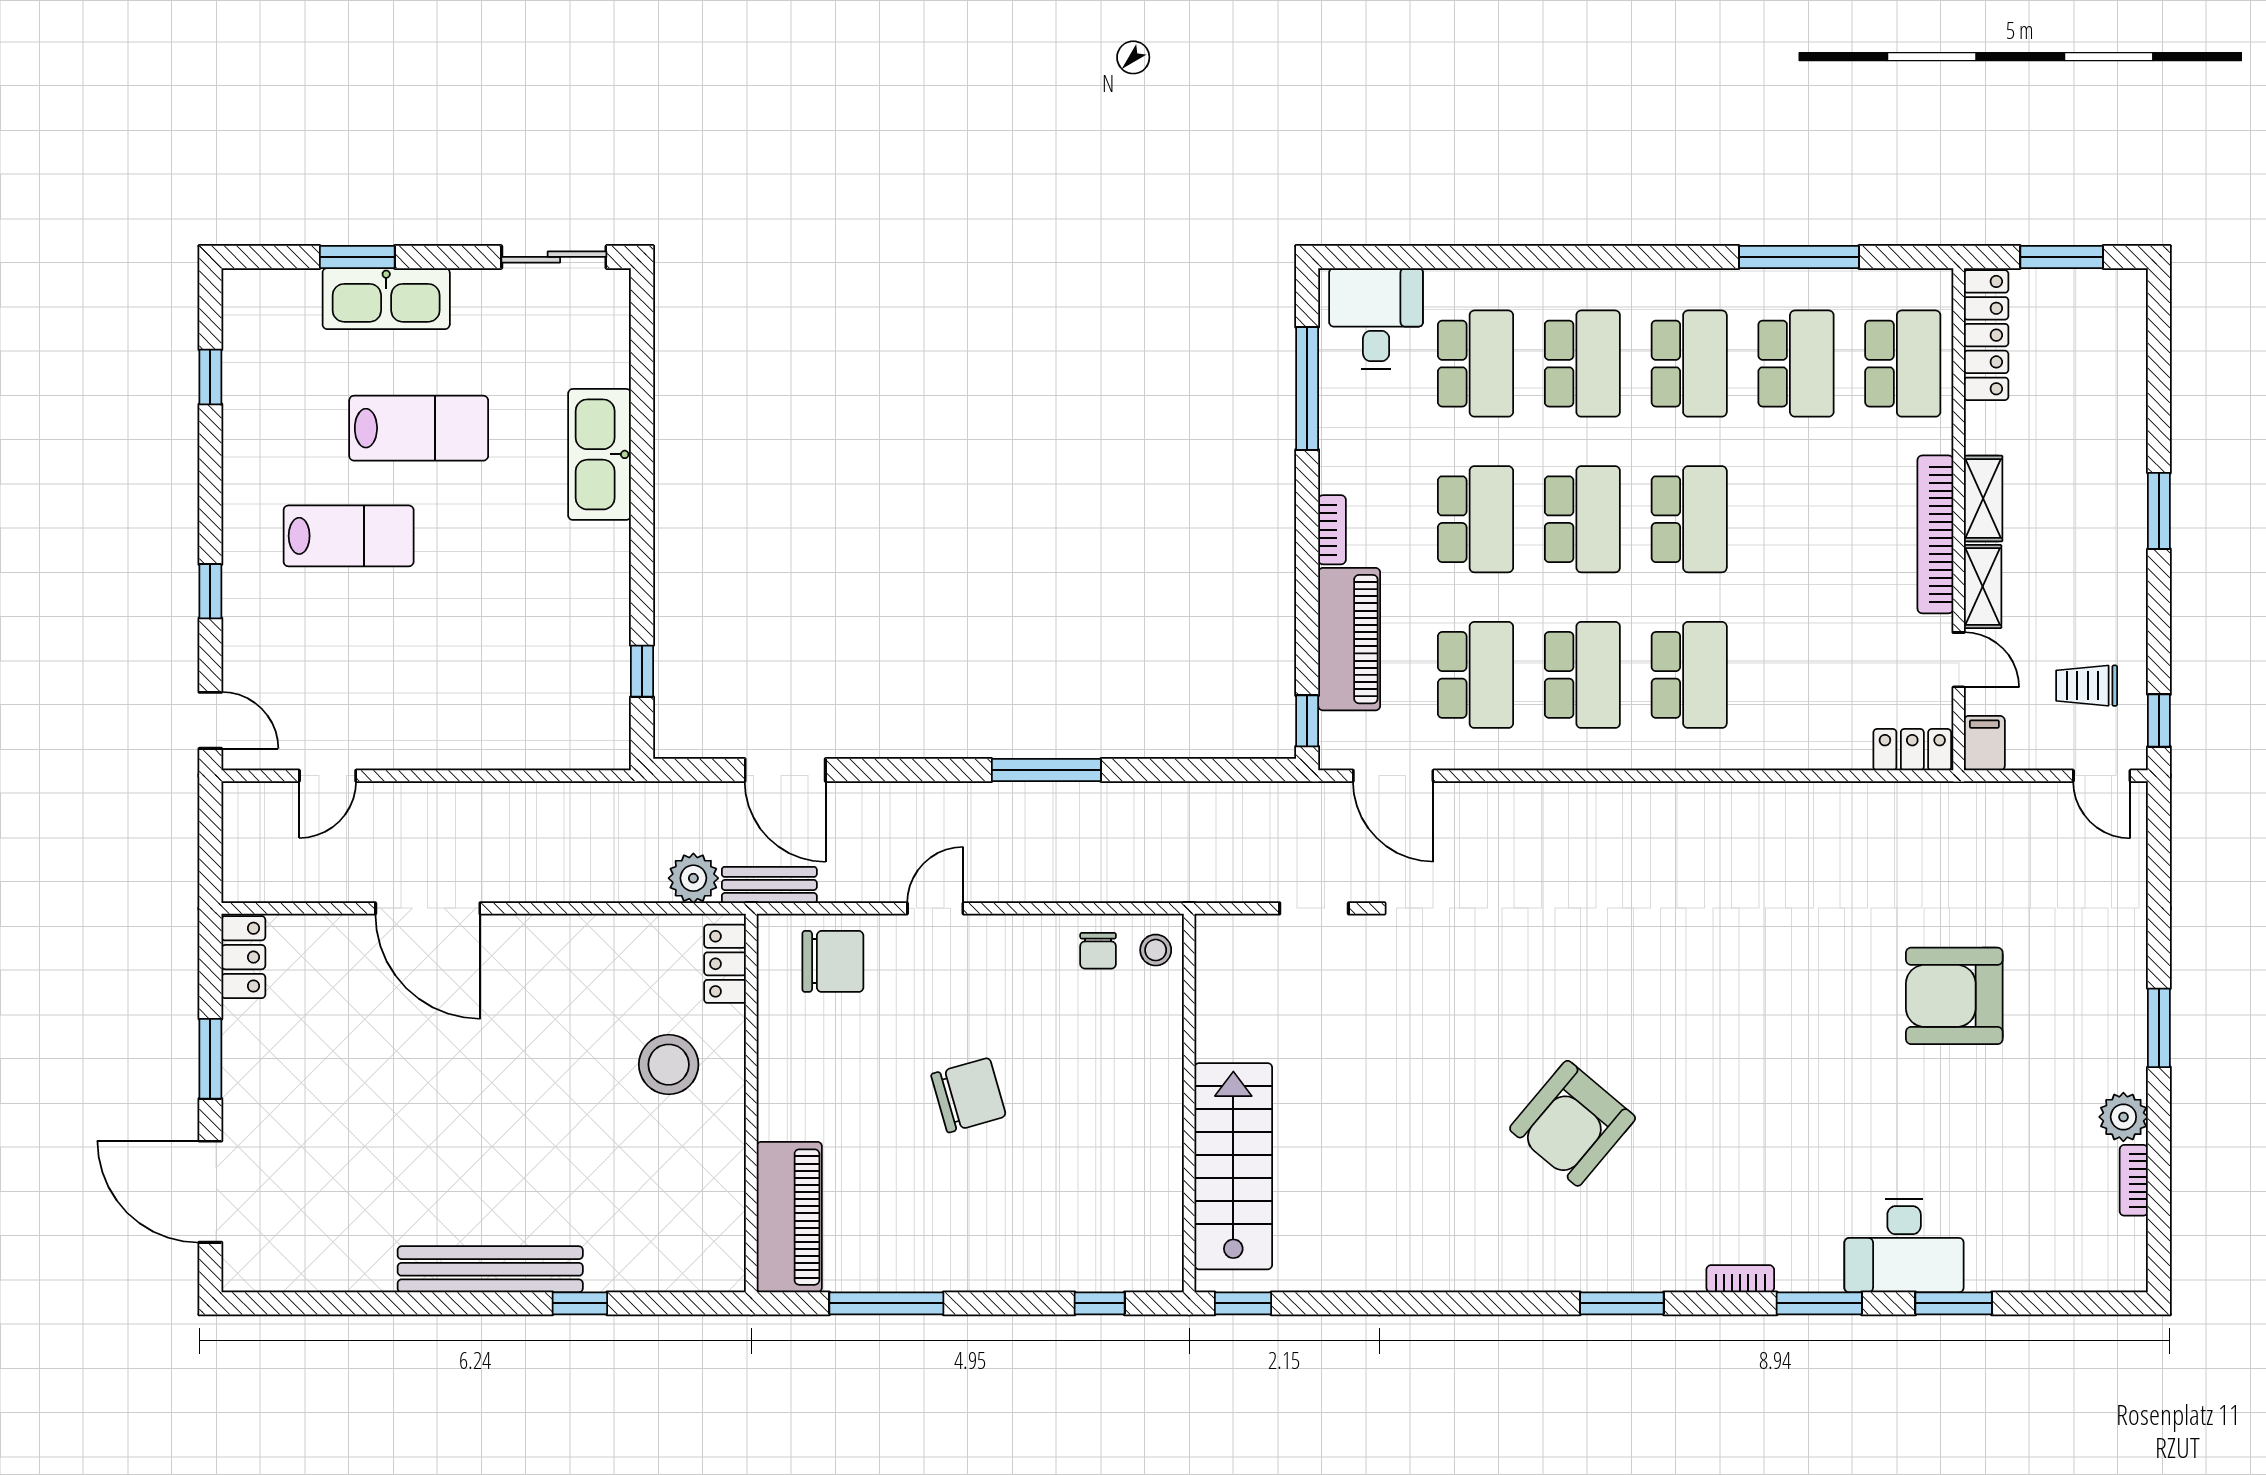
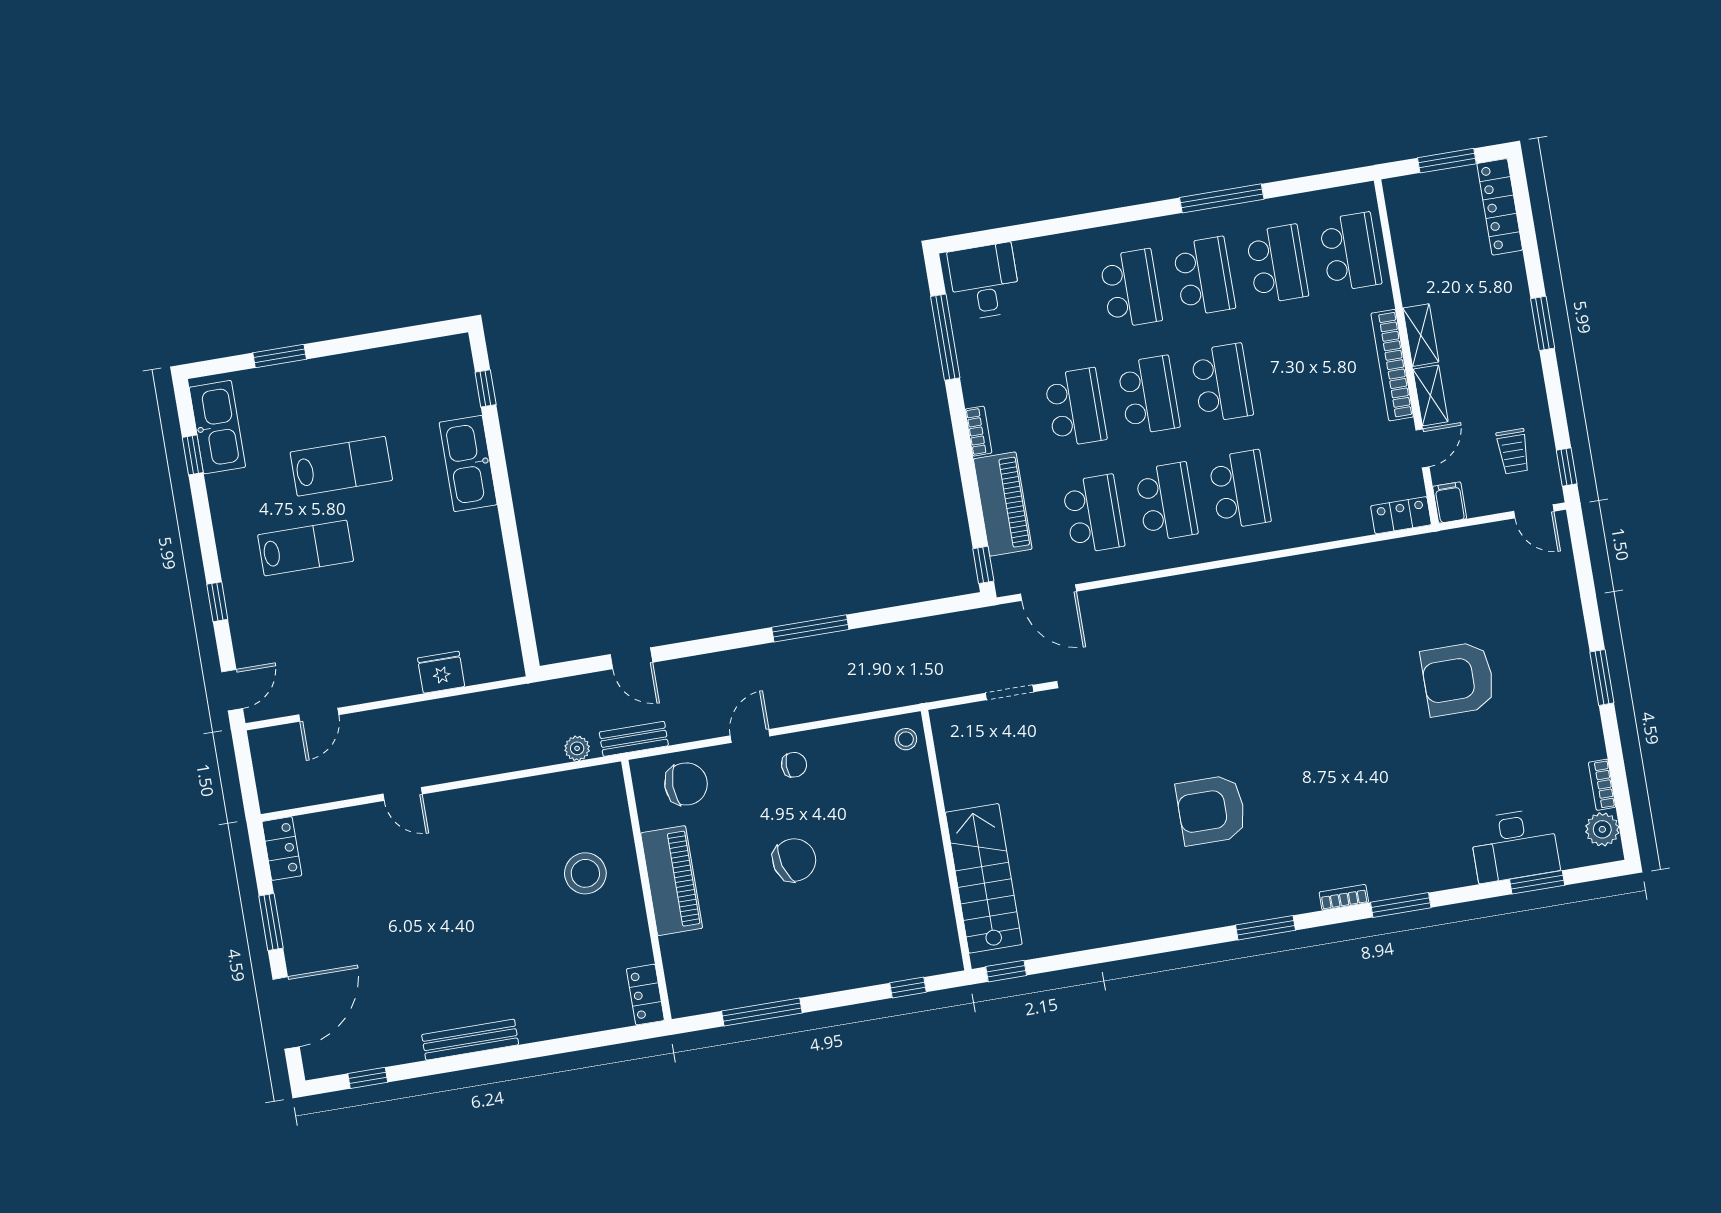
sliding door: (554, 257) -> (414, 333), removed
window: (1799, 257) -> (1222, 198), moved
kitchen sink: (386, 299) -> (217, 427), moved, turned -90
locker: (1986, 335) -> (1500, 207), moved, turned 180
school desk: (1476, 364) -> (1058, 301), removed
door: (1959, 660) -> (1422, 448), hinge flipped
window: (642, 671) -> (486, 388), moved
trolley: (2087, 686) -> (1513, 451), turned -90
door: (210, 720) -> (232, 690), hinge flipped
fridge: (512, 744) -> (441, 672), added
door: (785, 770) -> (631, 658), width x0.73
plant: (693, 878) -> (577, 748), width x0.73, depth x0.73
door: (428, 908) -> (403, 794), width x0.53
chair: (1098, 951) -> (794, 765), moved, turned -90
locker: (725, 964) -> (645, 995), moved
plant: (2123, 1117) -> (1602, 829), moved
armchair: (1573, 1123) -> (1211, 810), turned 50
door: (210, 1192) -> (286, 1013), swing flipped
piano: (789, 1217) -> (672, 881), moved
desk: (1904, 1245) -> (1514, 845), moved
bench: (490, 1269) -> (470, 1040), width x0.73, depth x0.82
window: (580, 1303) -> (368, 1078), moved
window: (1954, 1303) -> (1537, 882), moved

